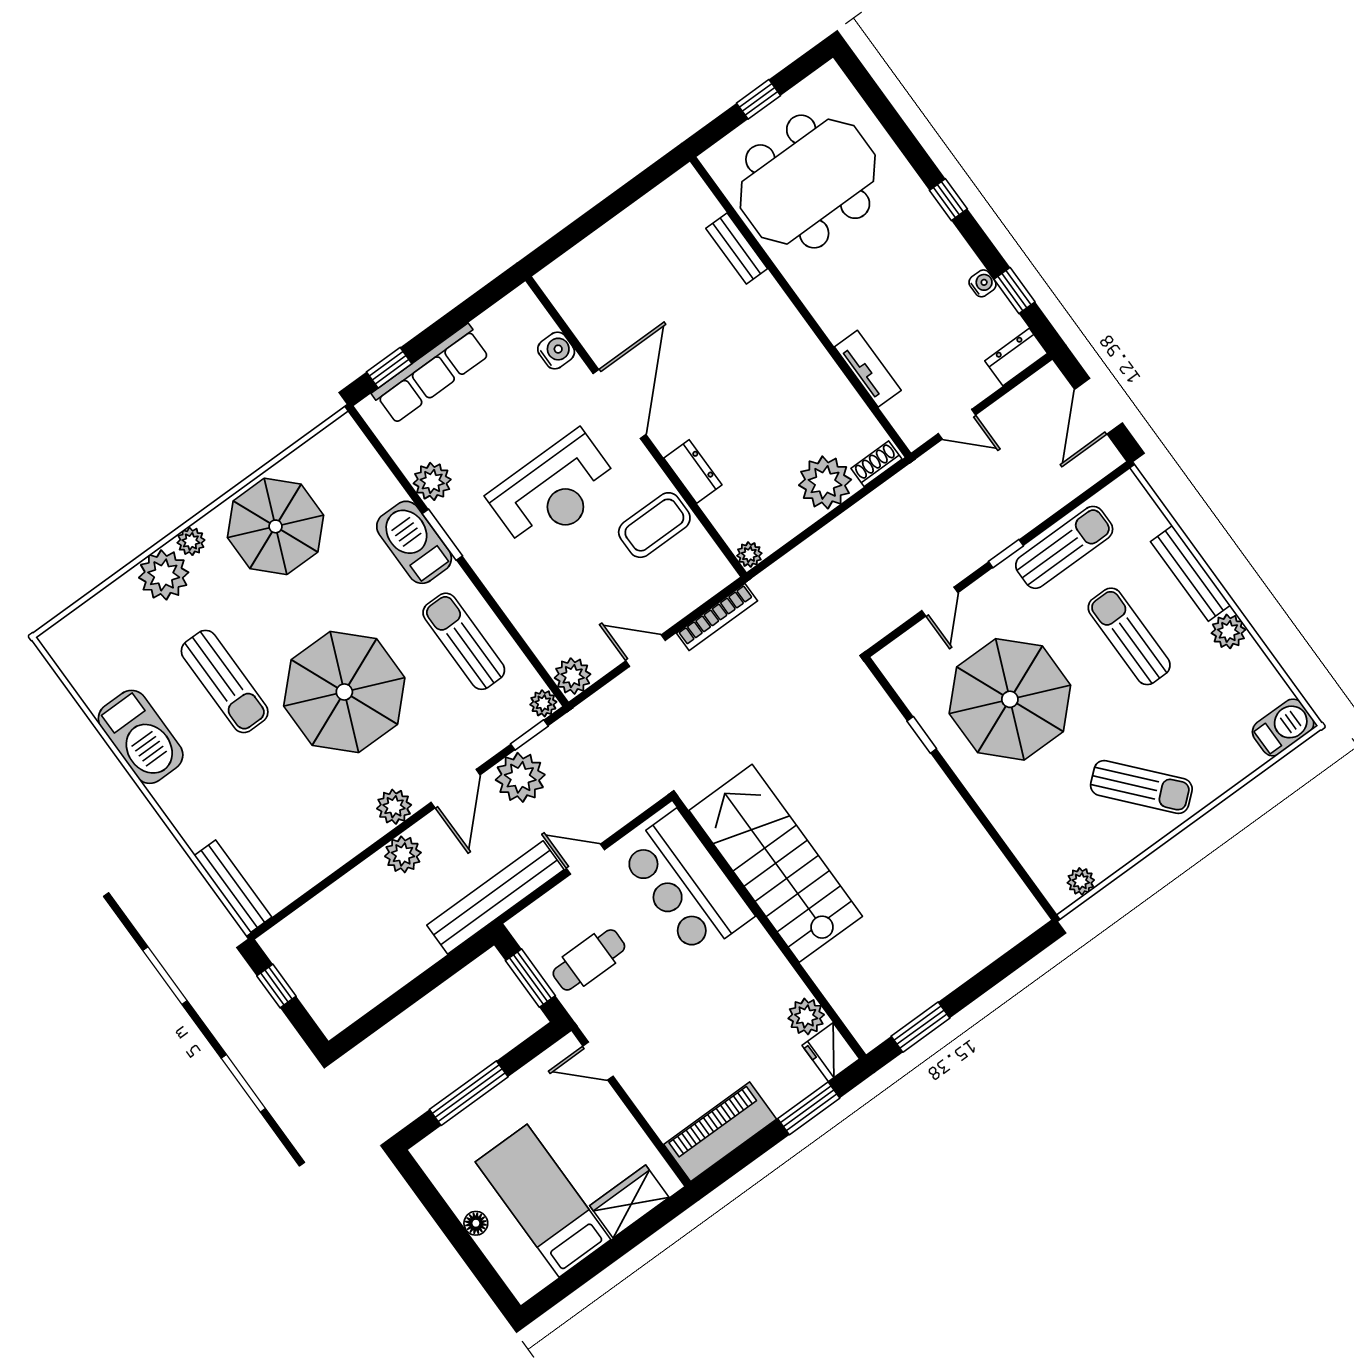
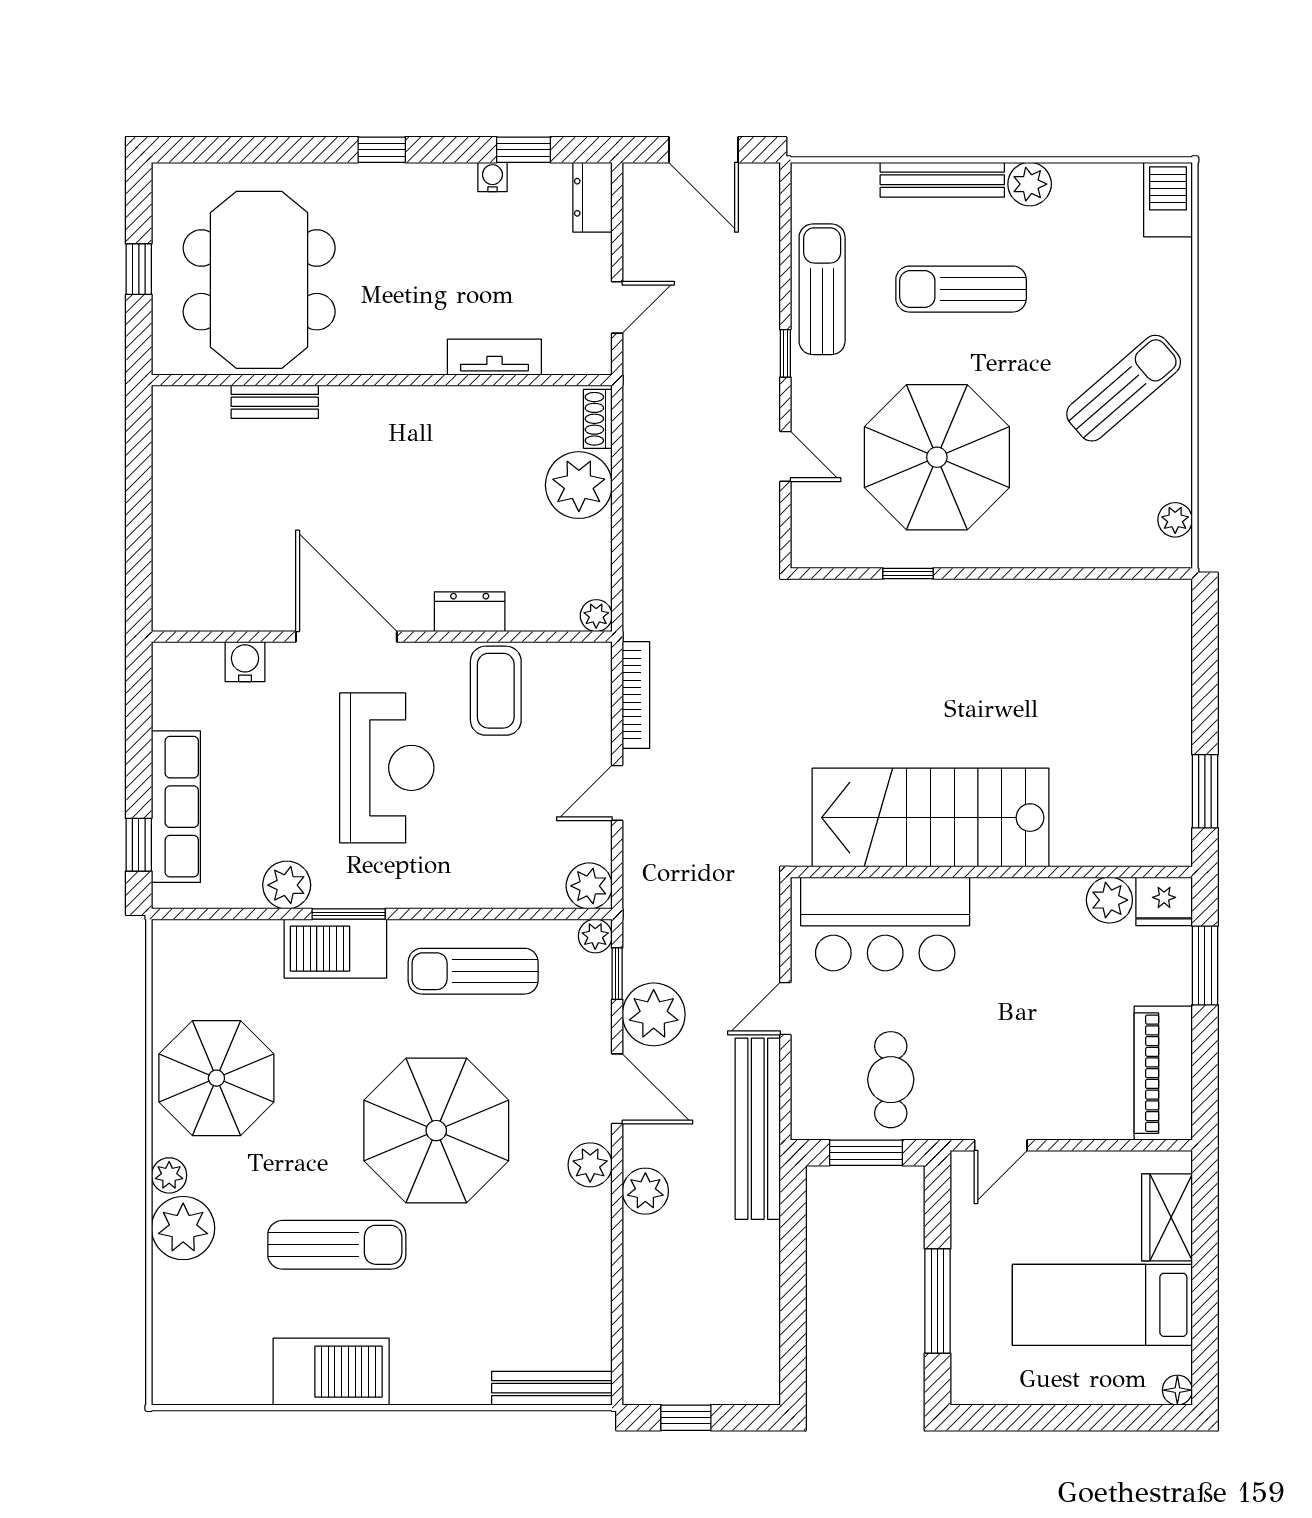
floor lamp: (476, 1223) -> (1177, 1390), moved

